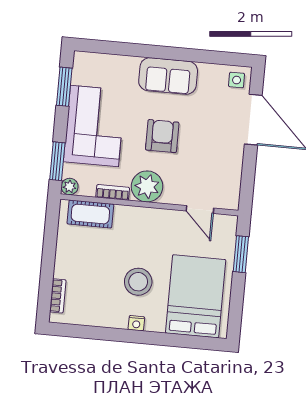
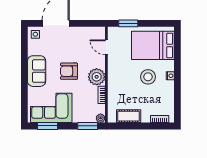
corner sofa: (94, 126) -> (51, 108), moved
door: (200, 210) -> (106, 47), swing flipped
cot: (90, 214) -> (129, 116), moved, turned 90

